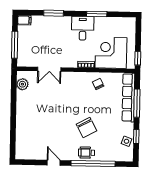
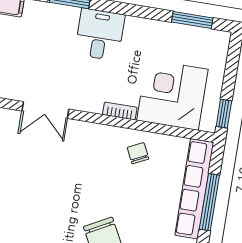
window: (97, 14) -> (192, 20), moved
desk: (83, 28) -> (100, 34), moved

